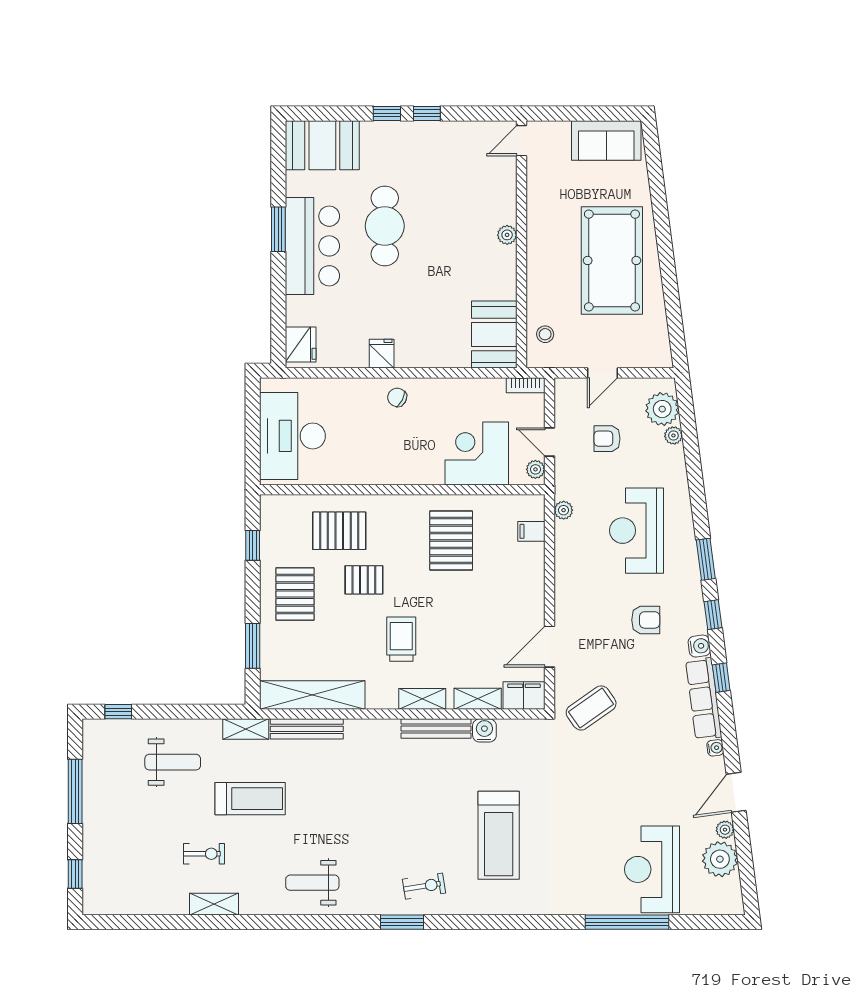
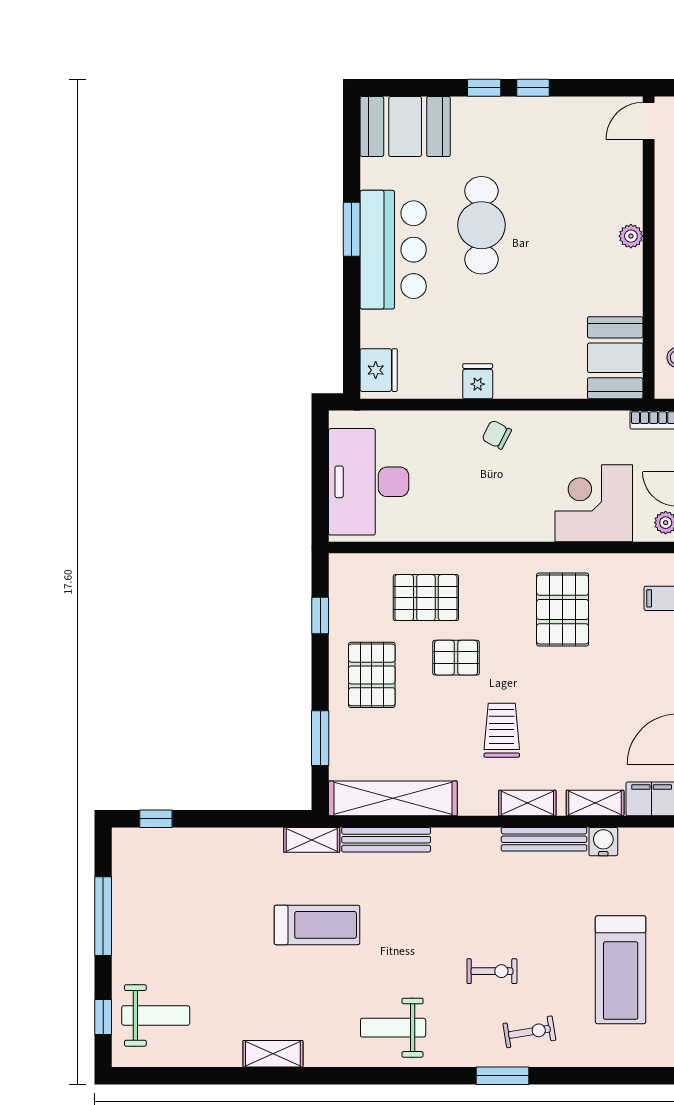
weight bench: (173, 762) -> (156, 1015), moved
exercise bike: (204, 854) -> (492, 971), moved

